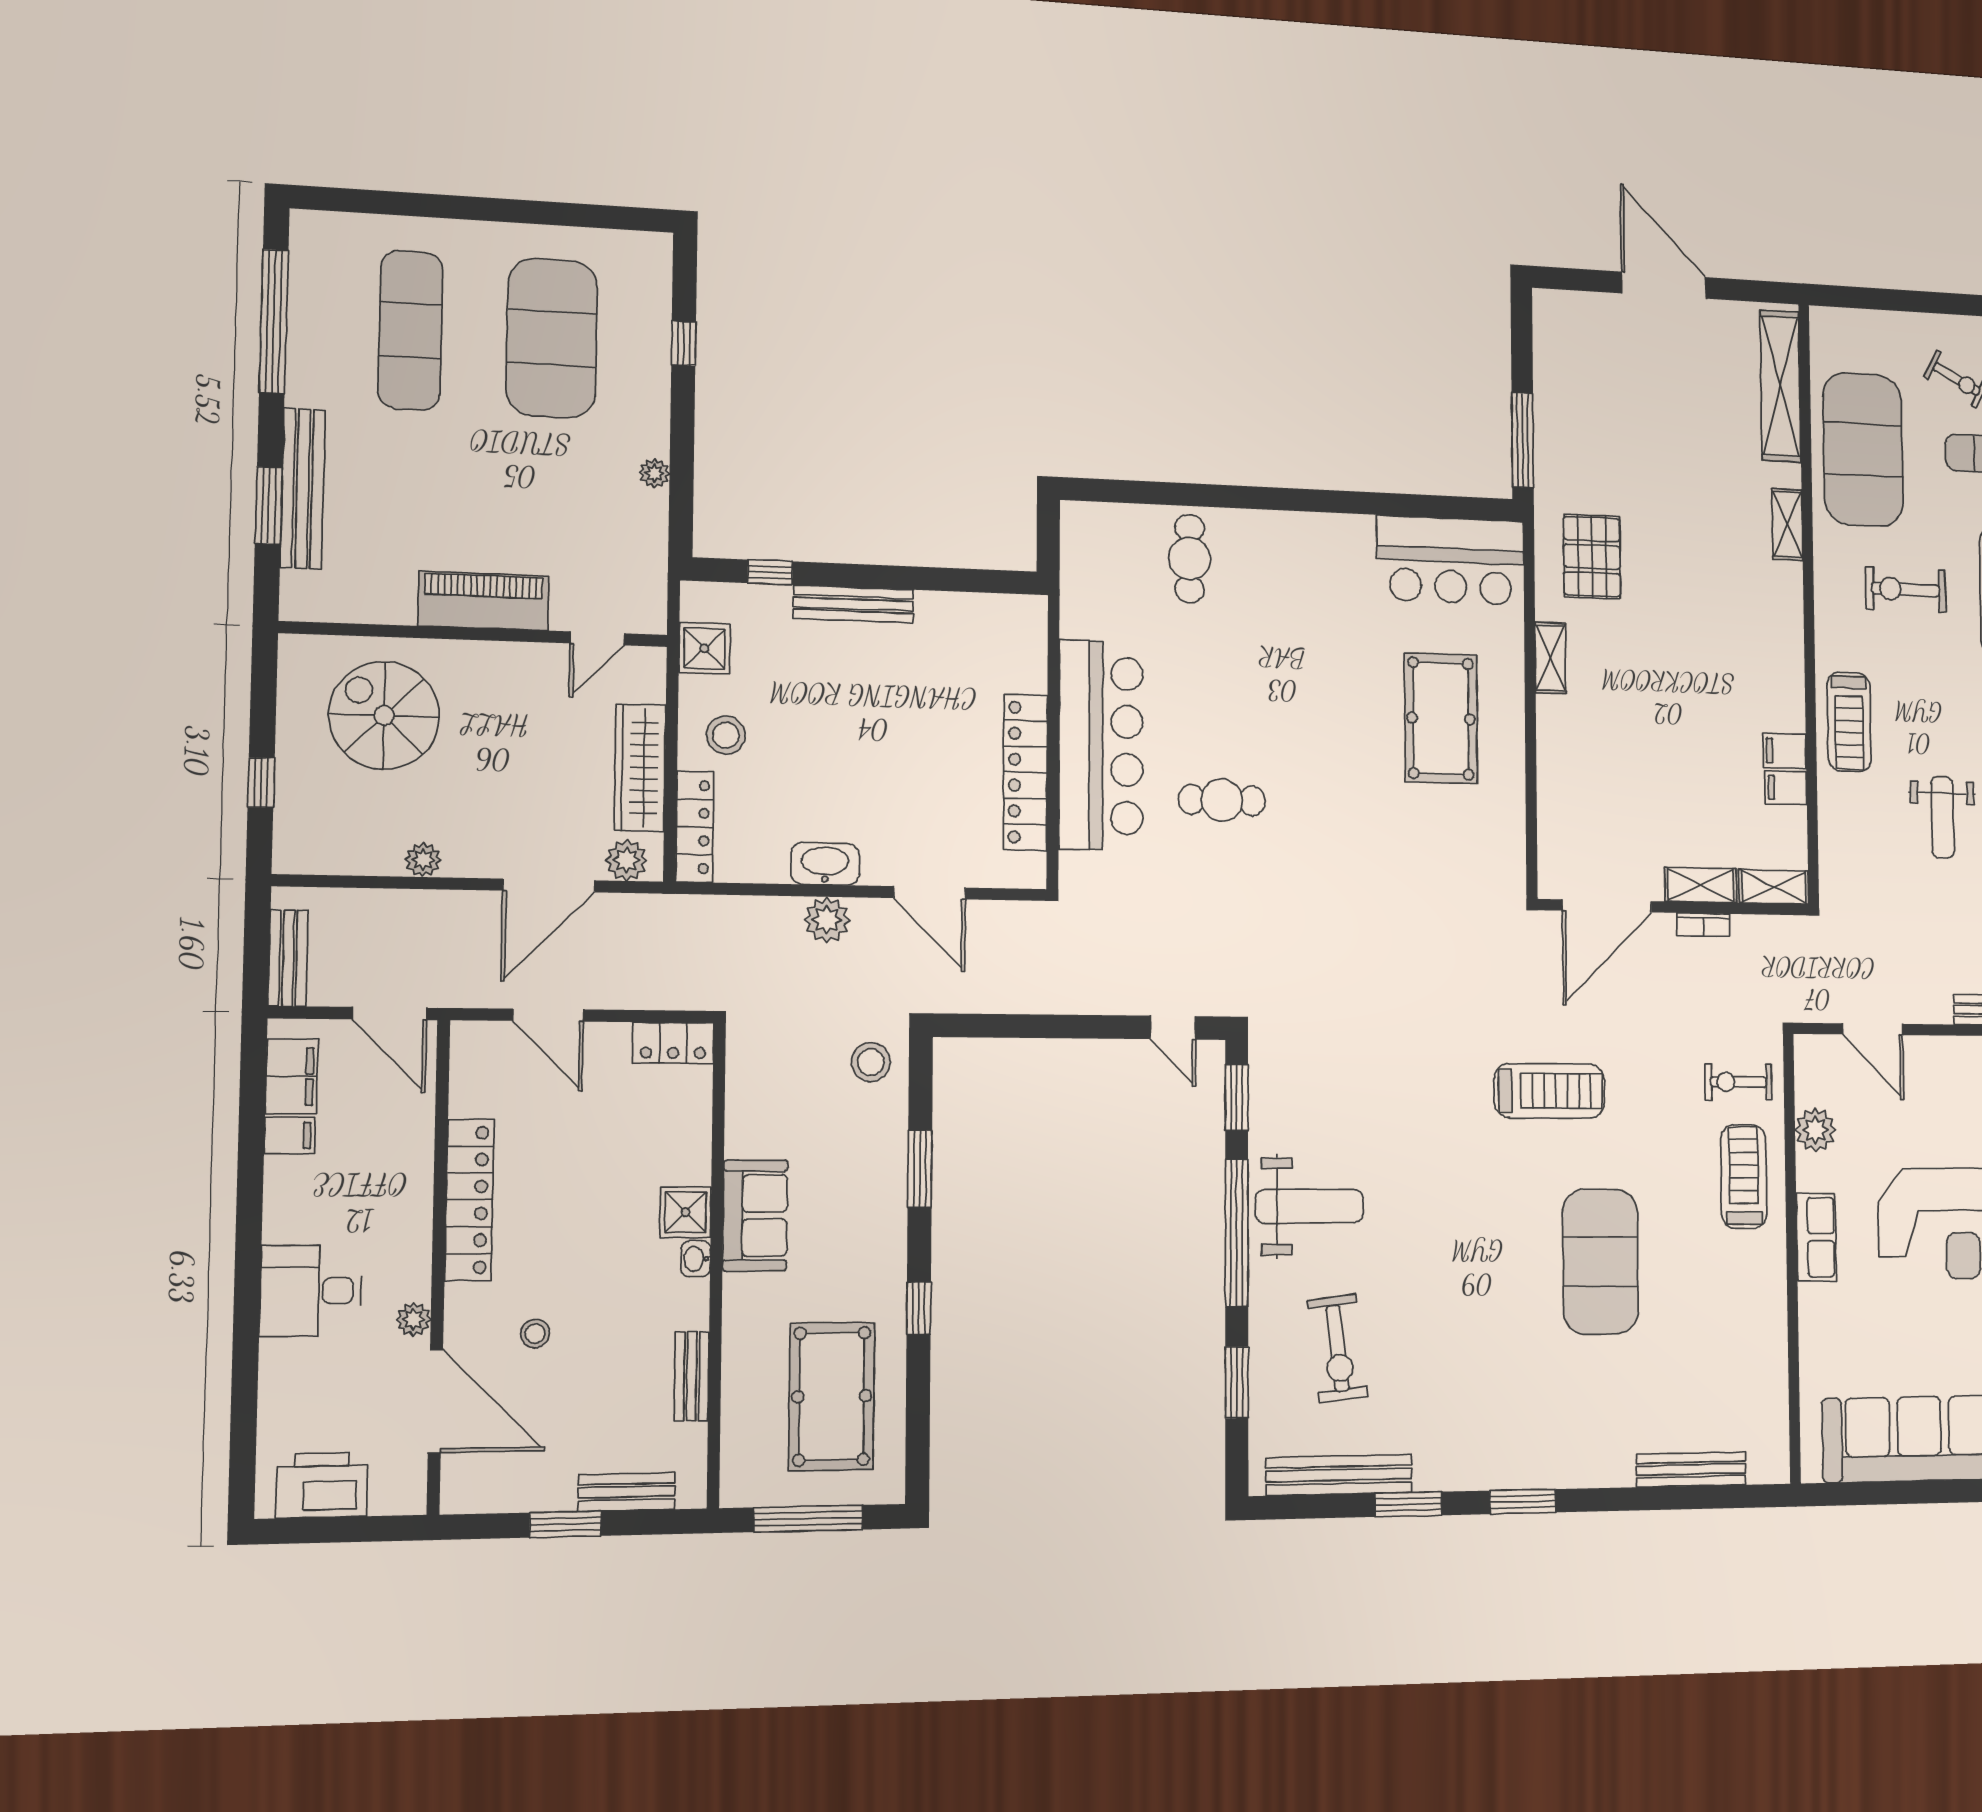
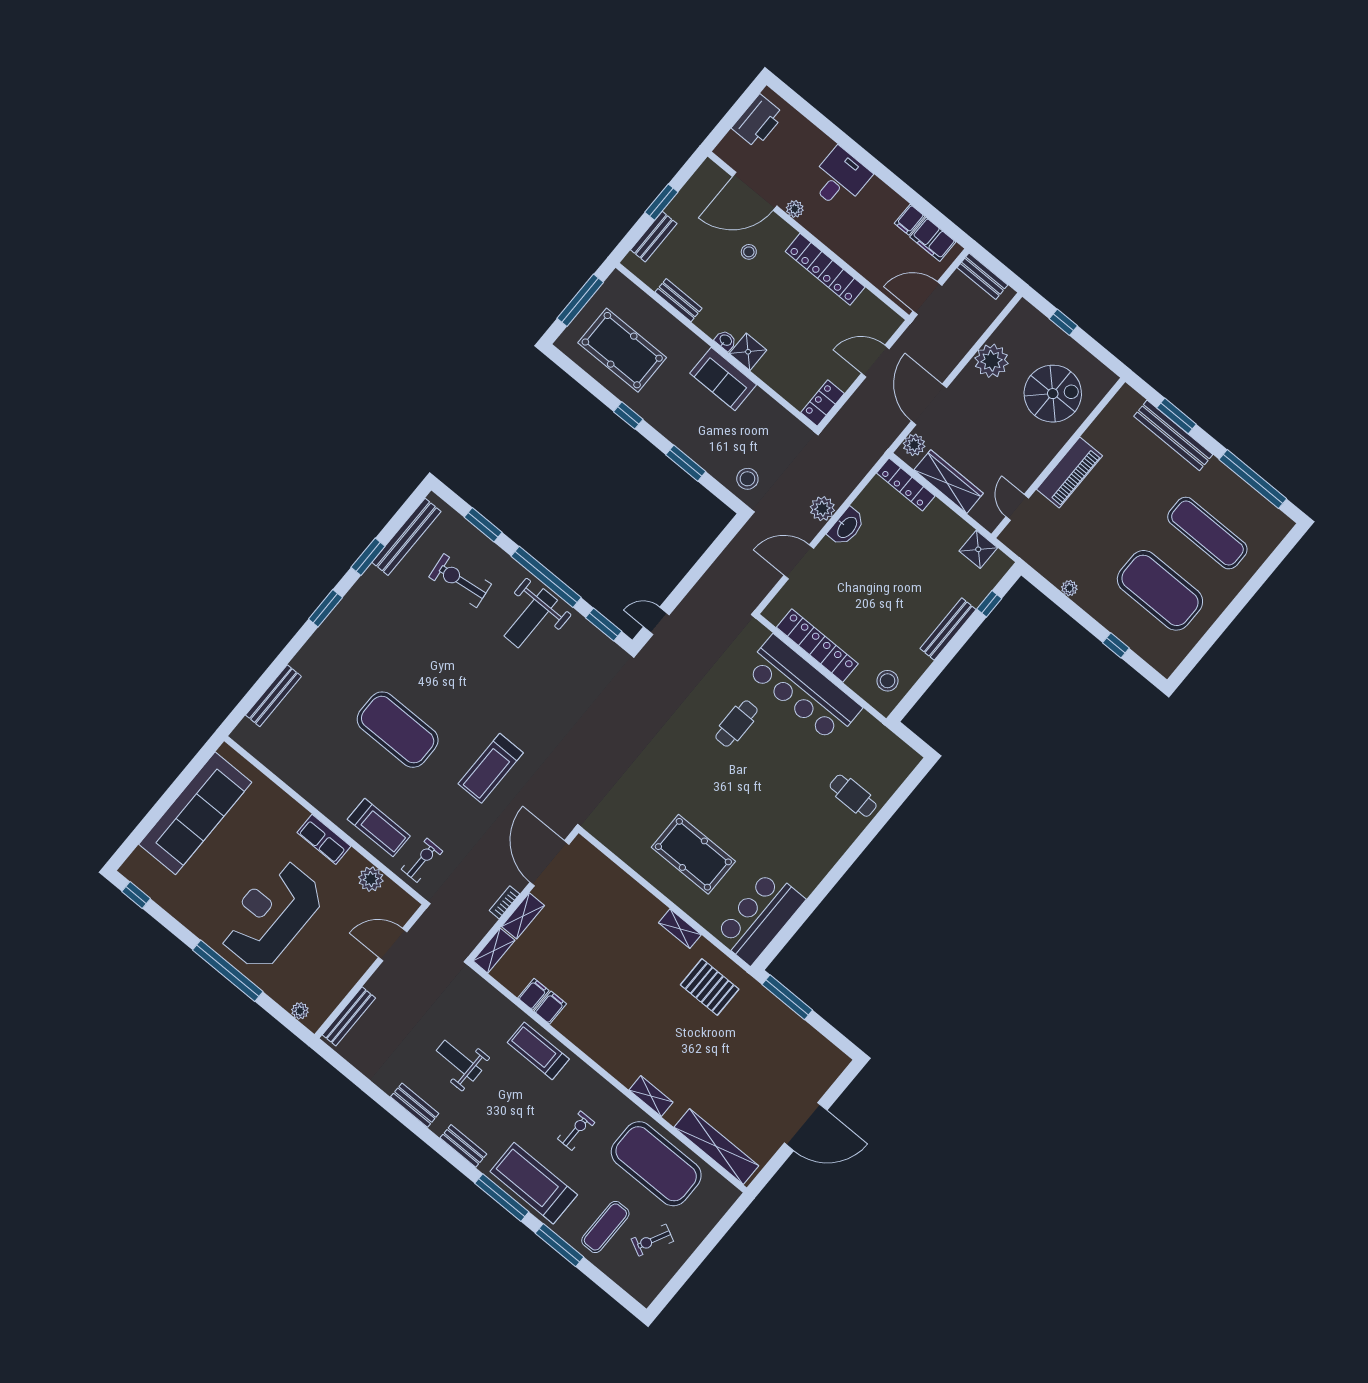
exercise bike: (1906, 589) -> (576, 1131), width x0.73, depth x0.72
stool: (726, 735) -> (888, 681), moved
plant: (423, 860) -> (991, 361), width x1.88, depth x1.88

